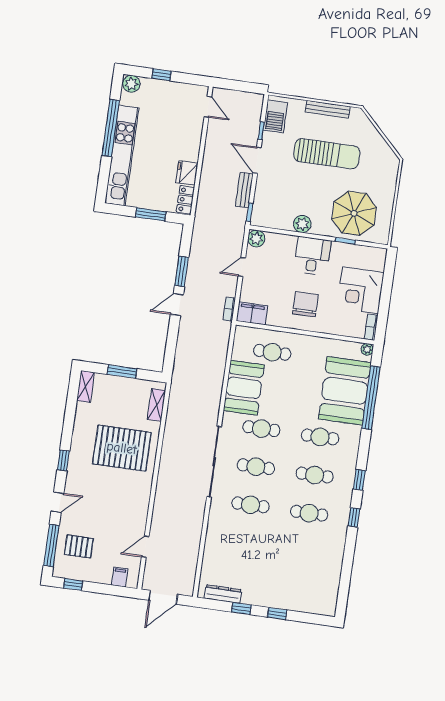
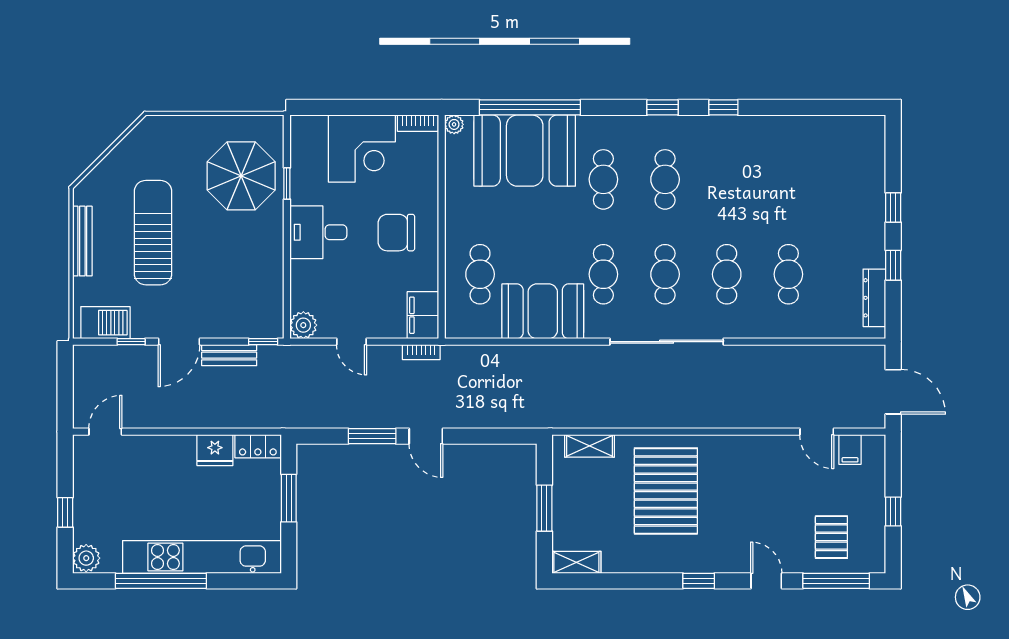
plant: (302, 224) -> (270, 256), removed
cafe table: (309, 513) -> (788, 274), moved
filing cabinet: (120, 577) -> (850, 449), moved, turned -90
window: (73, 584) -> (893, 512), moved

